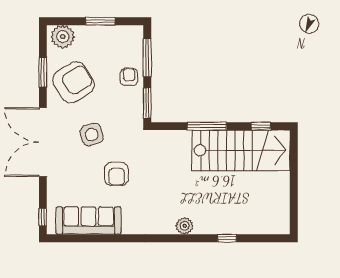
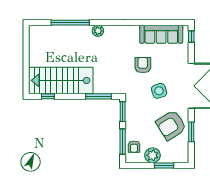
window: (100, 21) -> (164, 165), moved
plant: (63, 37) -> (152, 155), moved
armchair: (129, 77) -> (134, 147), moved
window: (207, 126) -> (99, 96), moved
window: (227, 238) -> (70, 23), width x3.17

